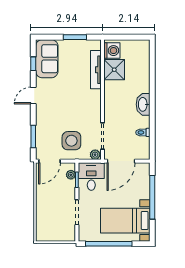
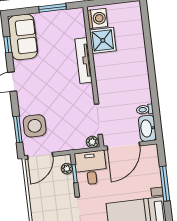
tv unit: (96, 70) -> (84, 61), moved
washbasin: (143, 104) -> (147, 128), moved
side table: (71, 141) -> (35, 126), moved
window: (152, 197) -> (165, 184), width x0.68

